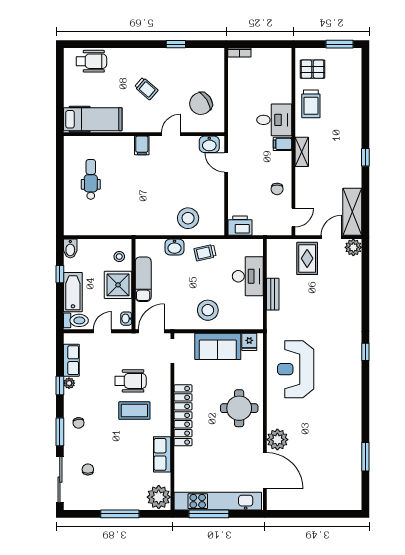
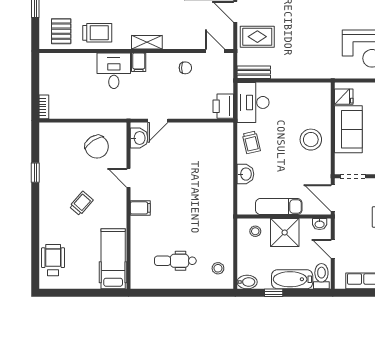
stool: (188, 218) -> (218, 268), moved, width x0.53, depth x0.53
desk: (248, 276) -> (253, 102), moved, turned -90
bench: (273, 294) -> (254, 72), moved

